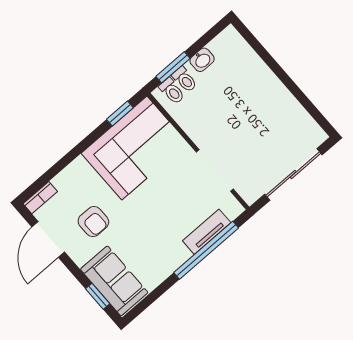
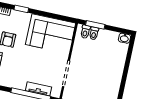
washbasin: (202, 60) -> (124, 38), moved
window: (120, 113) -> (21, 9), moved

